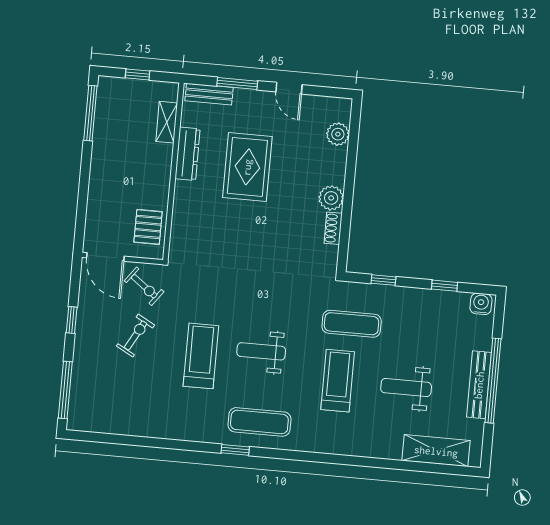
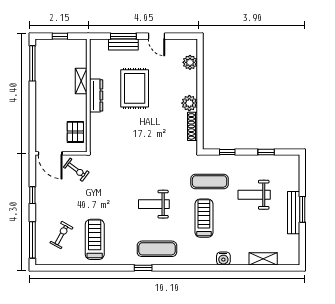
bench: (209, 94) -> (123, 45), moved
shelving: (167, 122) -> (81, 81), moved
dresser: (188, 154) -> (96, 95), moved
shoe rack: (333, 228) -> (192, 126), width x1.43
water cooler: (481, 304) -> (223, 258), moved, turned 180
exercise bike: (136, 335) -> (61, 235), moved
treadmill: (201, 356) -> (95, 239), moved
window: (493, 381) -> (302, 209), width x0.47
weight bench: (406, 388) -> (254, 195), moved
shelving: (436, 451) -> (263, 259), width x0.67, depth x0.75

